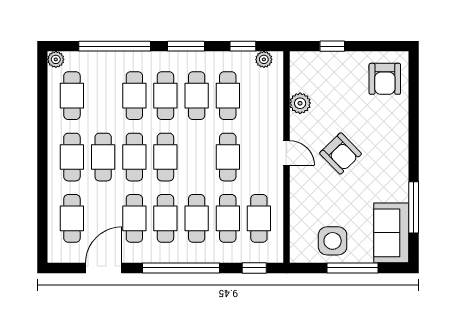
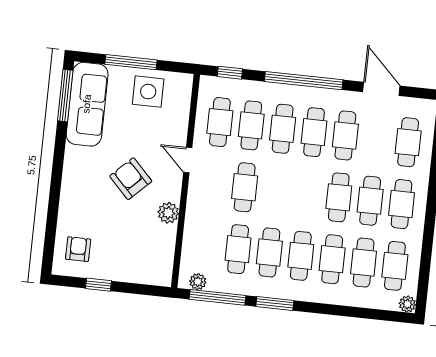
window: (115, 46) -> (347, 311), removed
window: (243, 46) -> (217, 297), width x2.17
window: (332, 46) -> (98, 285), moved
armchair: (385, 79) -> (78, 249), width x0.72, depth x0.72
plant: (300, 103) -> (168, 213), moved
door: (287, 153) -> (188, 160), moved
cafe table: (165, 157) -> (364, 263), moved
window: (414, 207) -> (65, 96), moved
sofa: (391, 233) -> (87, 104), width x1.36
door: (104, 268) -> (381, 89), swing flipped

